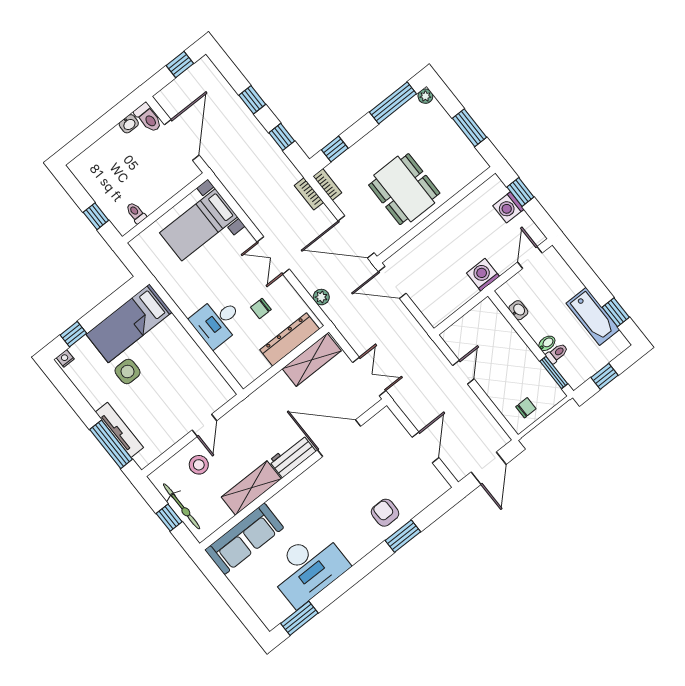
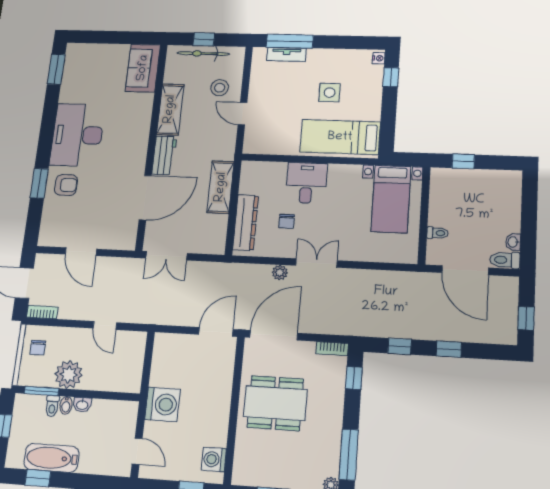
bookcase: (309, 194) -> (42, 312), moved
washing machine: (508, 207) -> (214, 459), moved, turned -90
toilet: (136, 213) -> (437, 233), moved
bed with nightstands: (199, 225) -> (391, 199), moved, turned 180
washing machine: (483, 275) -> (163, 404), width x1.37, depth x1.37
plant: (321, 297) -> (280, 272), moved
chair: (261, 308) -> (287, 221), turned 180
washbasin: (518, 310) -> (82, 405), moved
bed: (129, 323) -> (340, 137), moved, turned -90
shelving: (312, 360) -> (221, 187), moved
plant: (524, 364) -> (69, 375), added
tv unit: (119, 430) -> (286, 54), width x0.71
sofa: (244, 539) -> (143, 68), width x0.73
desk: (308, 568) -> (77, 135), moved

